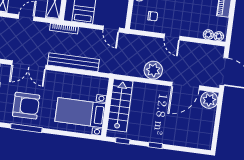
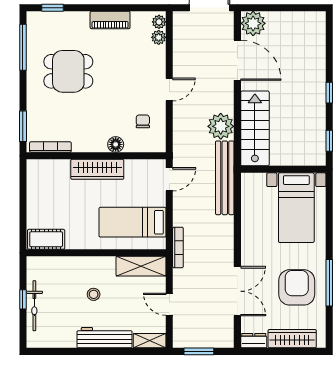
bench: (73, 62) -> (225, 178), moved
plant: (153, 70) -> (221, 126), moved
stairs: (120, 105) -> (255, 128), moved, turned 90

